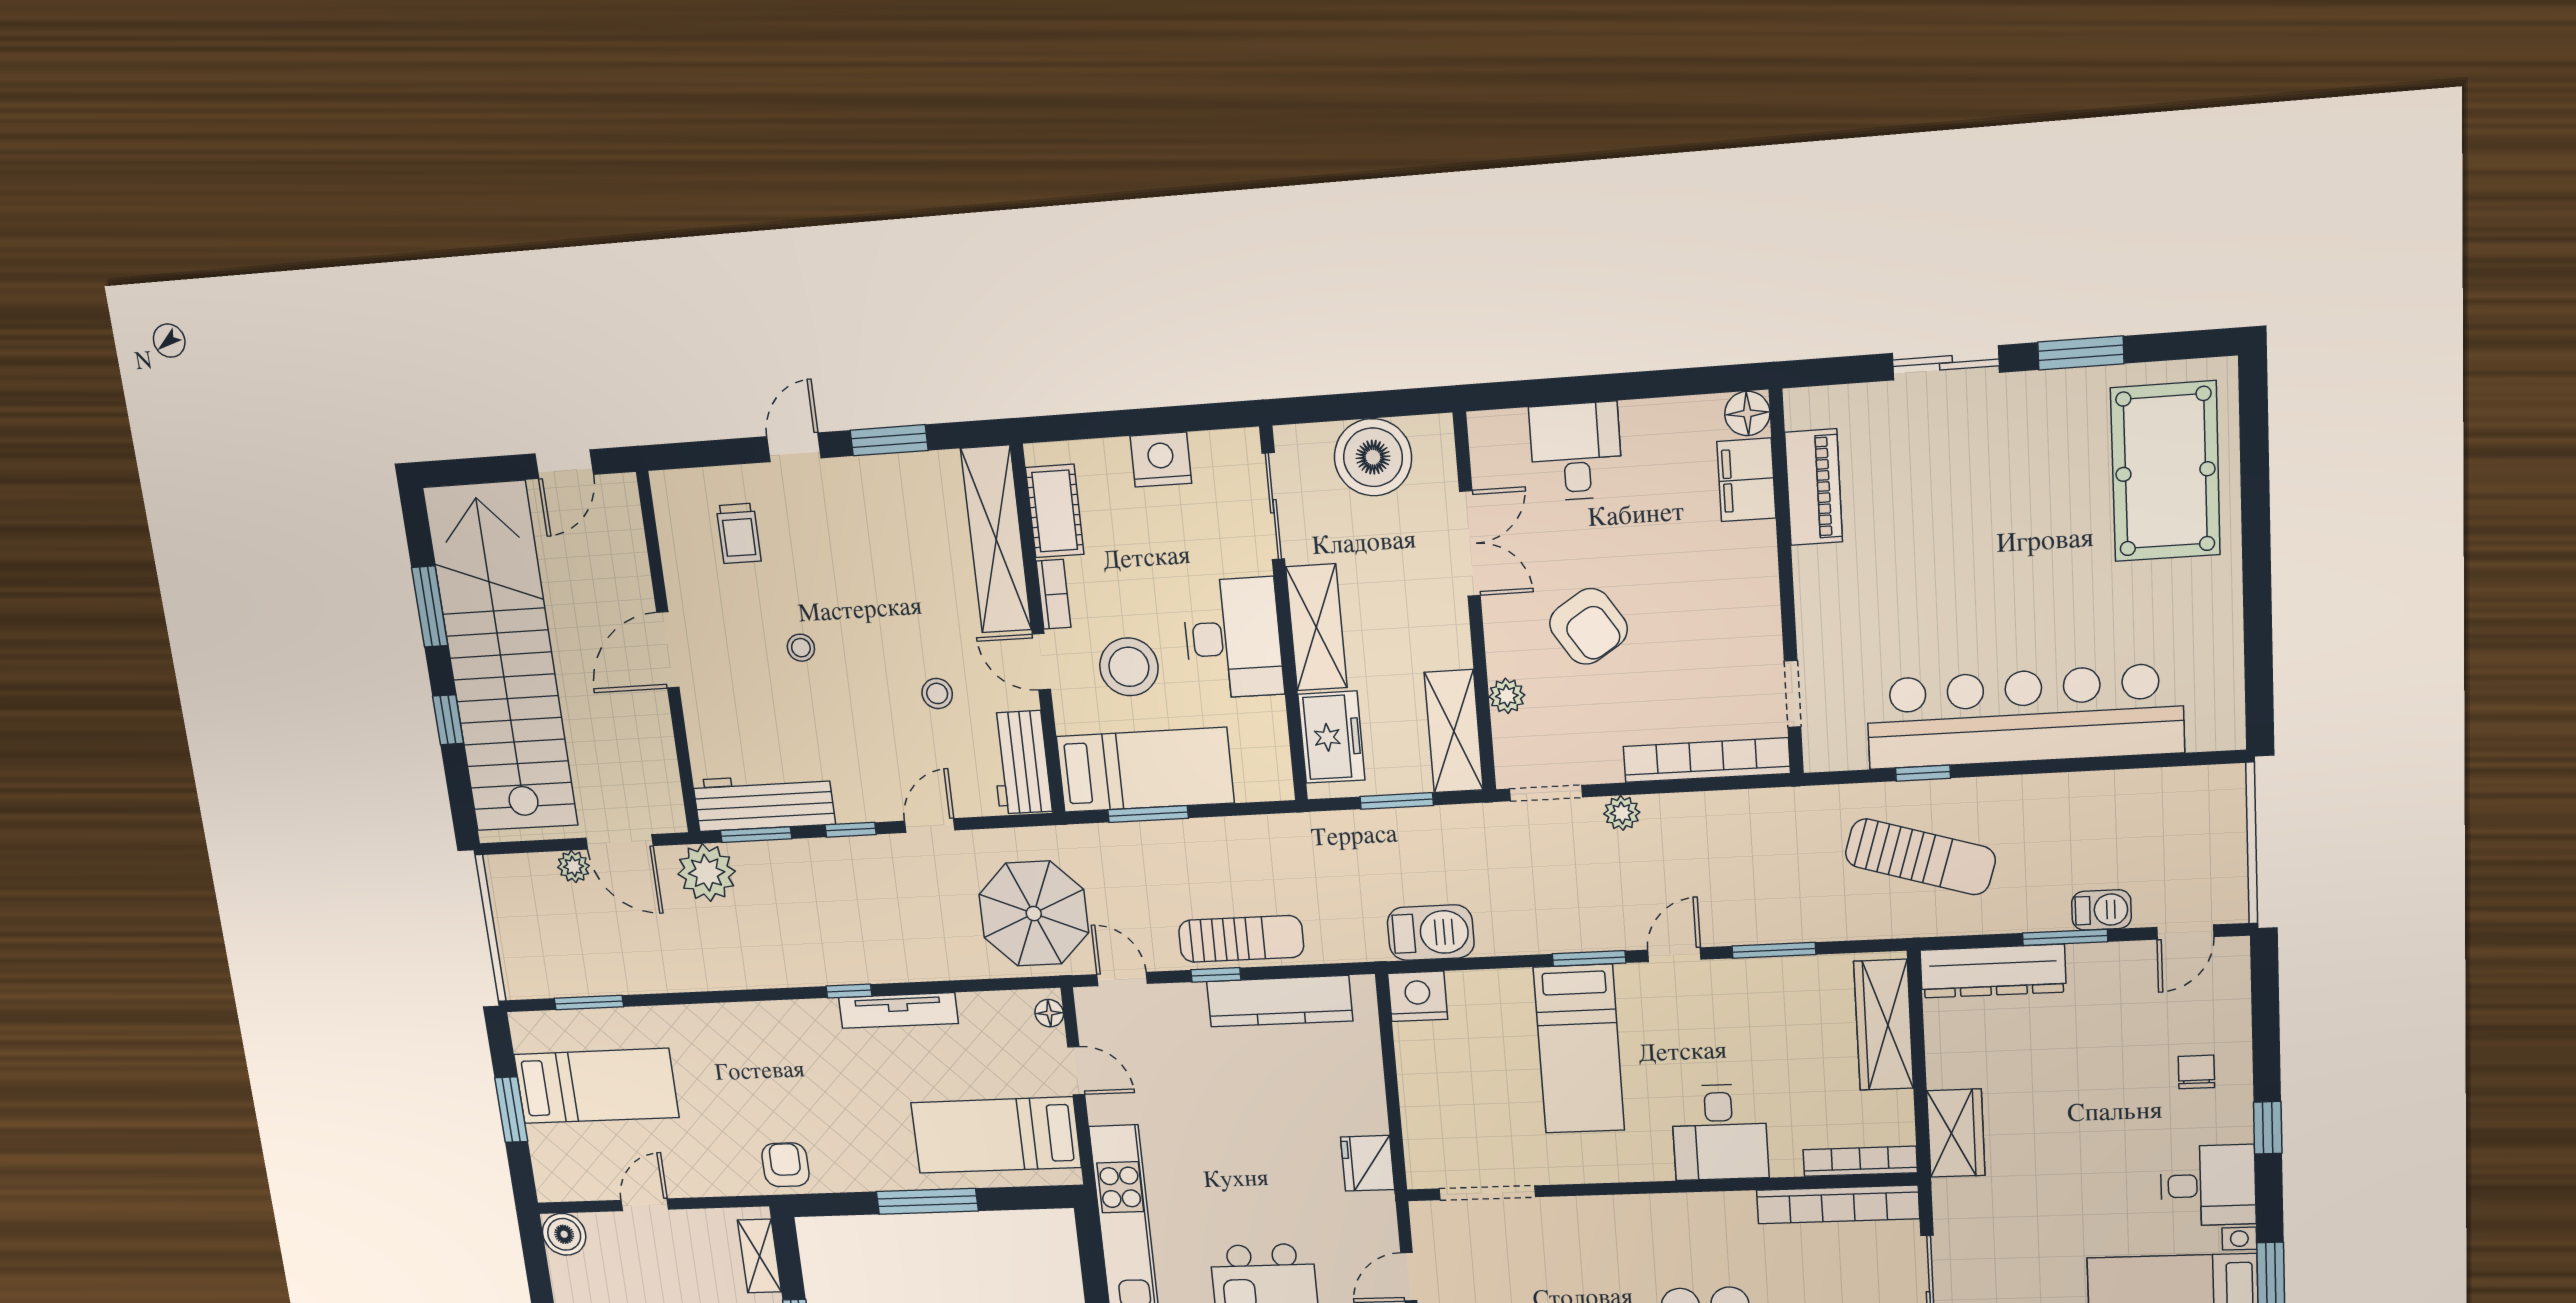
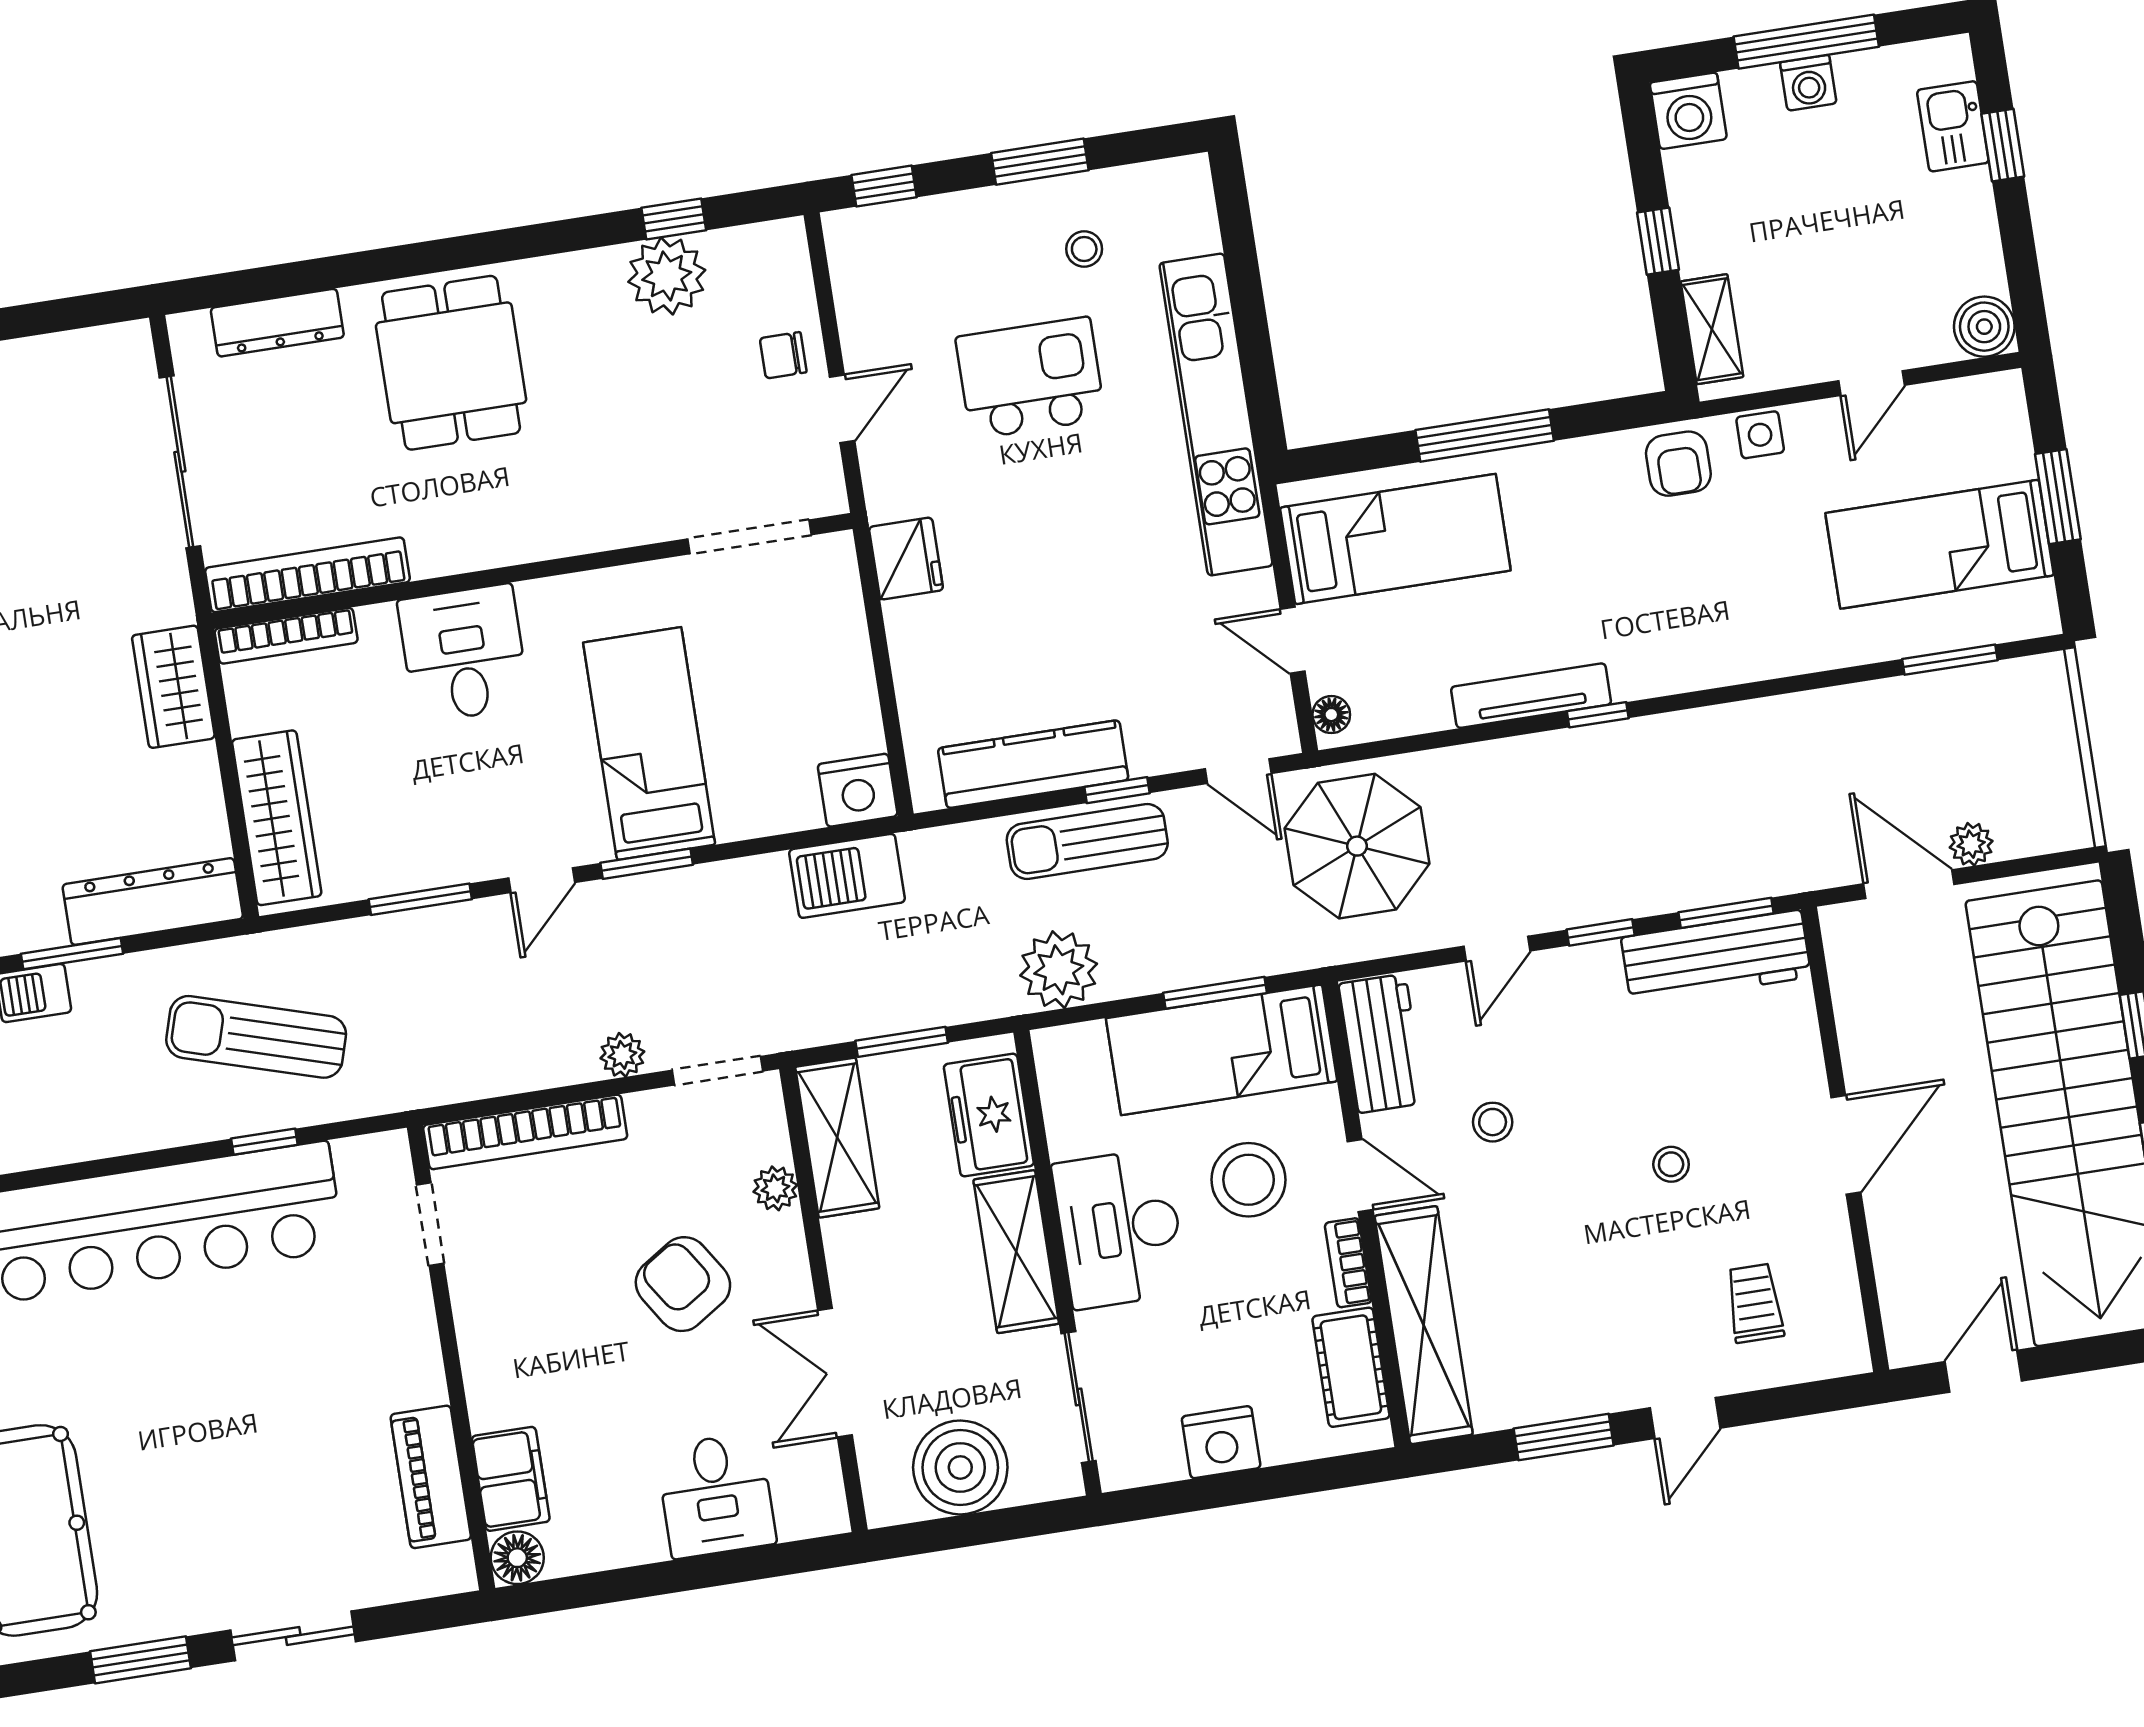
plant: (707, 873) -> (1059, 970), moved
side table: (726, 1178) -> (1760, 435), added

